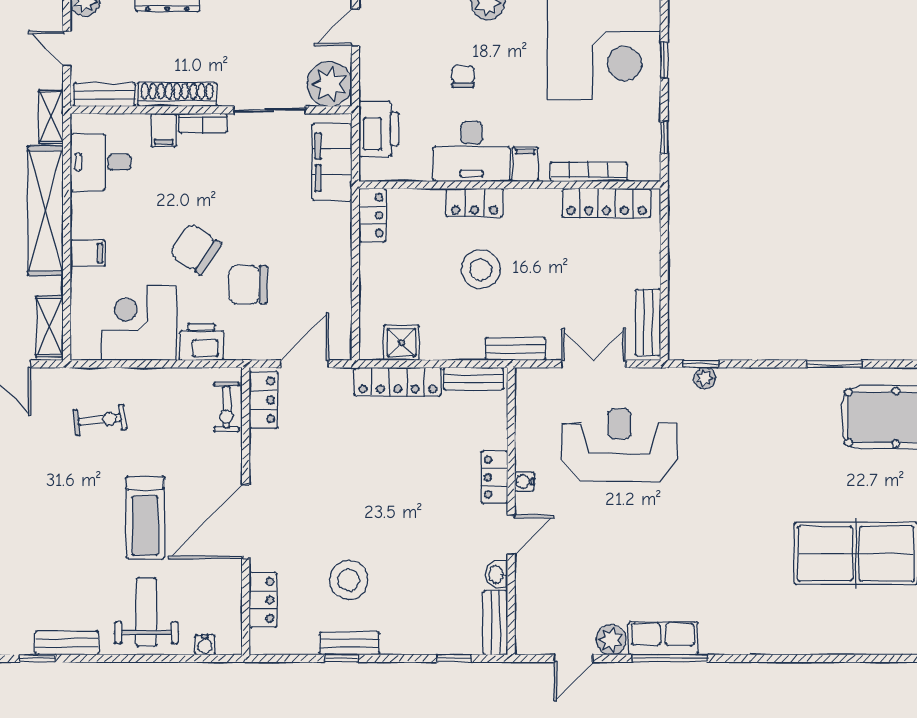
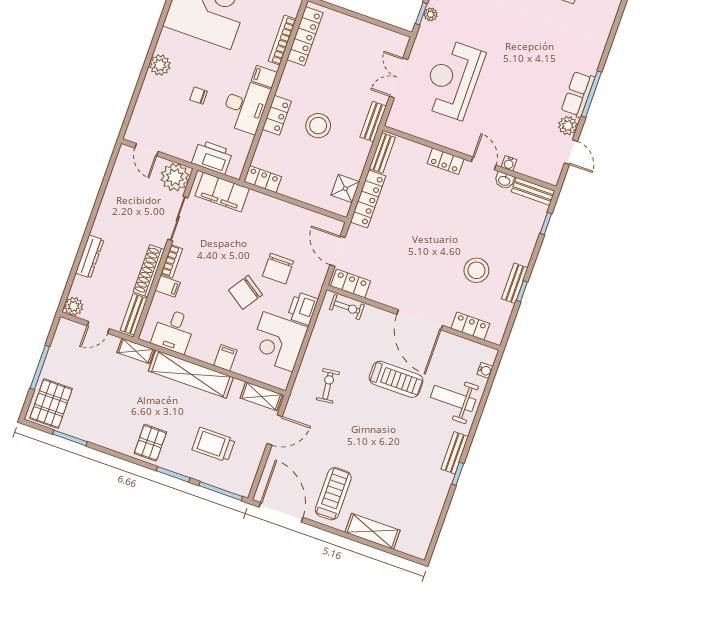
bench: (648, 322) -> (385, 36), removed
water cooler: (524, 482) -> (509, 163), moved

